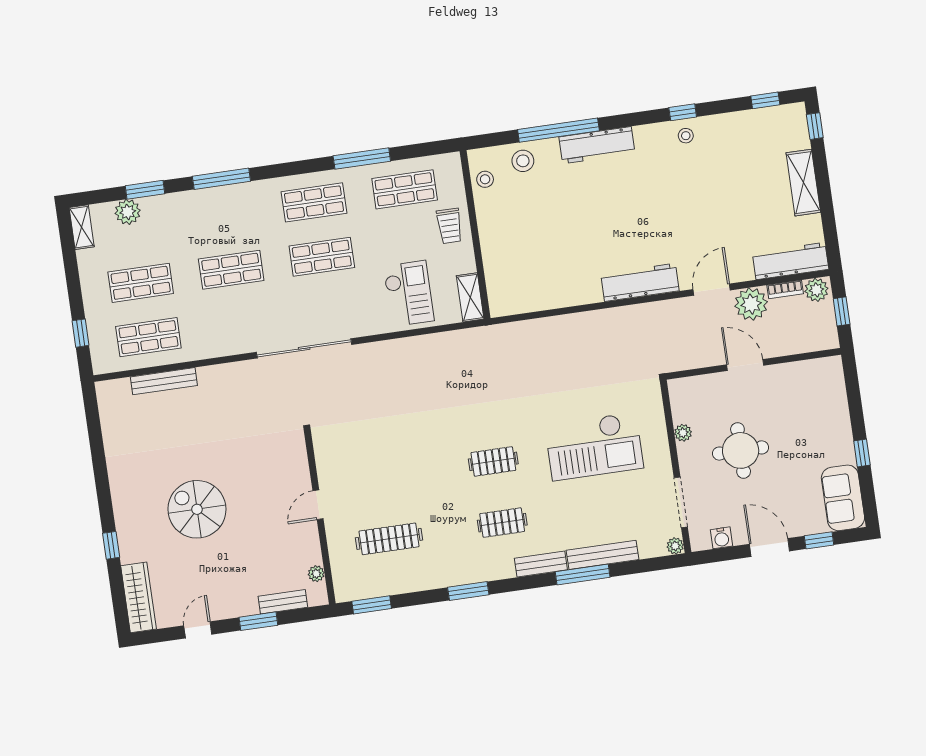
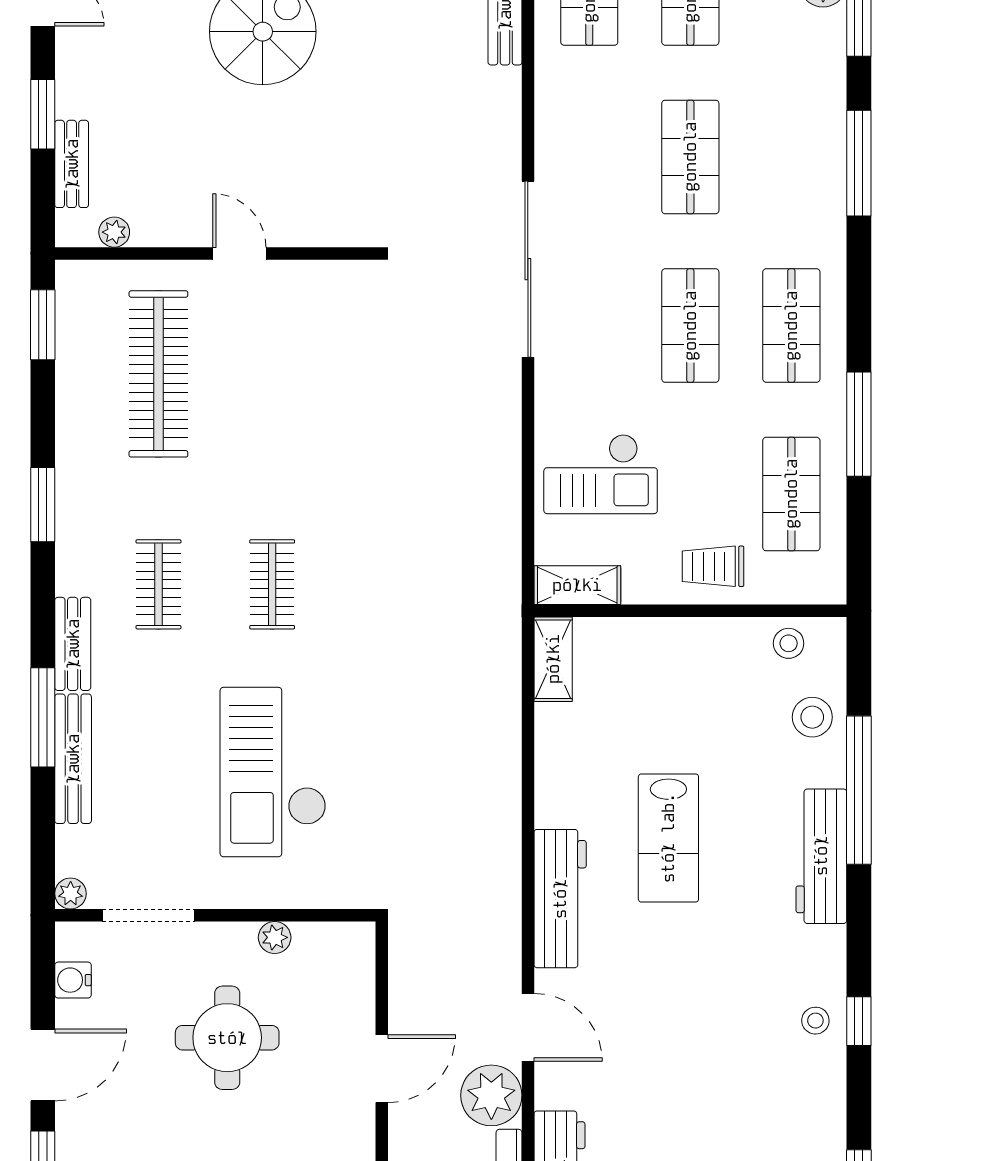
lab bench: (599, 229) -> (668, 838), added
shelving: (512, 305) -> (553, 659), added
clothes rail: (389, 539) -> (158, 374), width x1.37, depth x1.31

